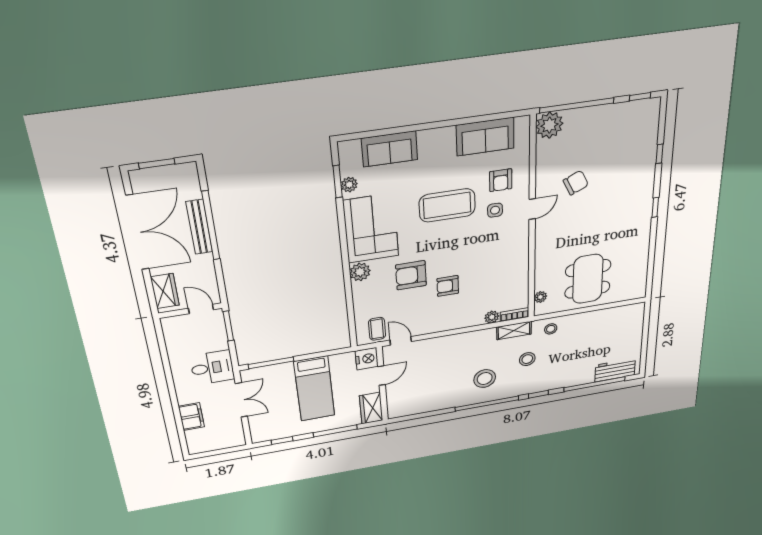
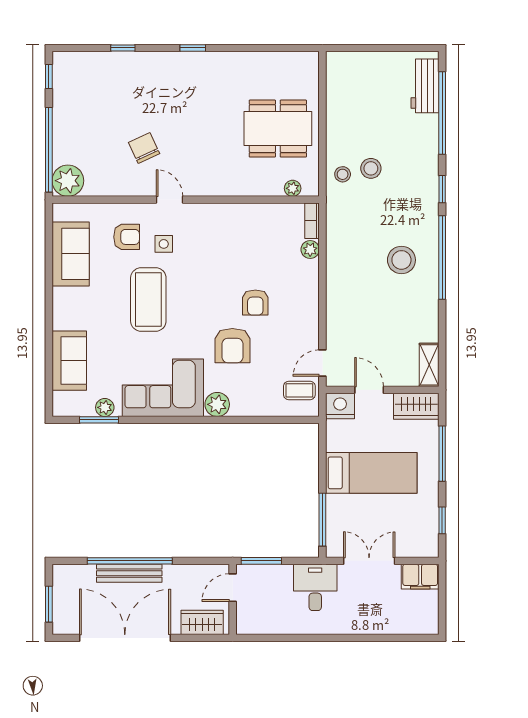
shelving: (514, 330) -> (429, 365), moved
stool: (527, 359) -> (371, 168), moved
filing cabinet: (191, 417) -> (420, 577), moved, turned 180

